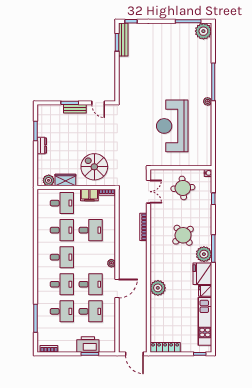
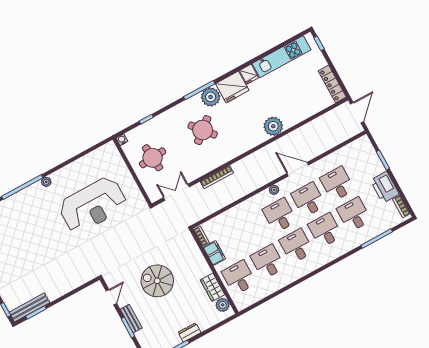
spiral stairs: (94, 167) -> (157, 281), moved, turned 90
desk: (91, 230) -> (280, 215), moved
printer: (88, 344) -> (385, 187), moved

